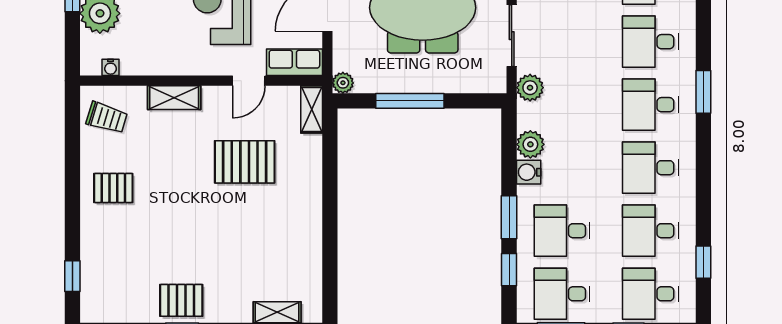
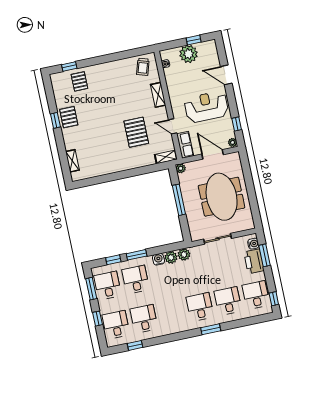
plant: (530, 88) -> (184, 255), moved
desk: (650, 168) -> (172, 313), removed
pallet: (113, 188) -> (79, 81), moved

